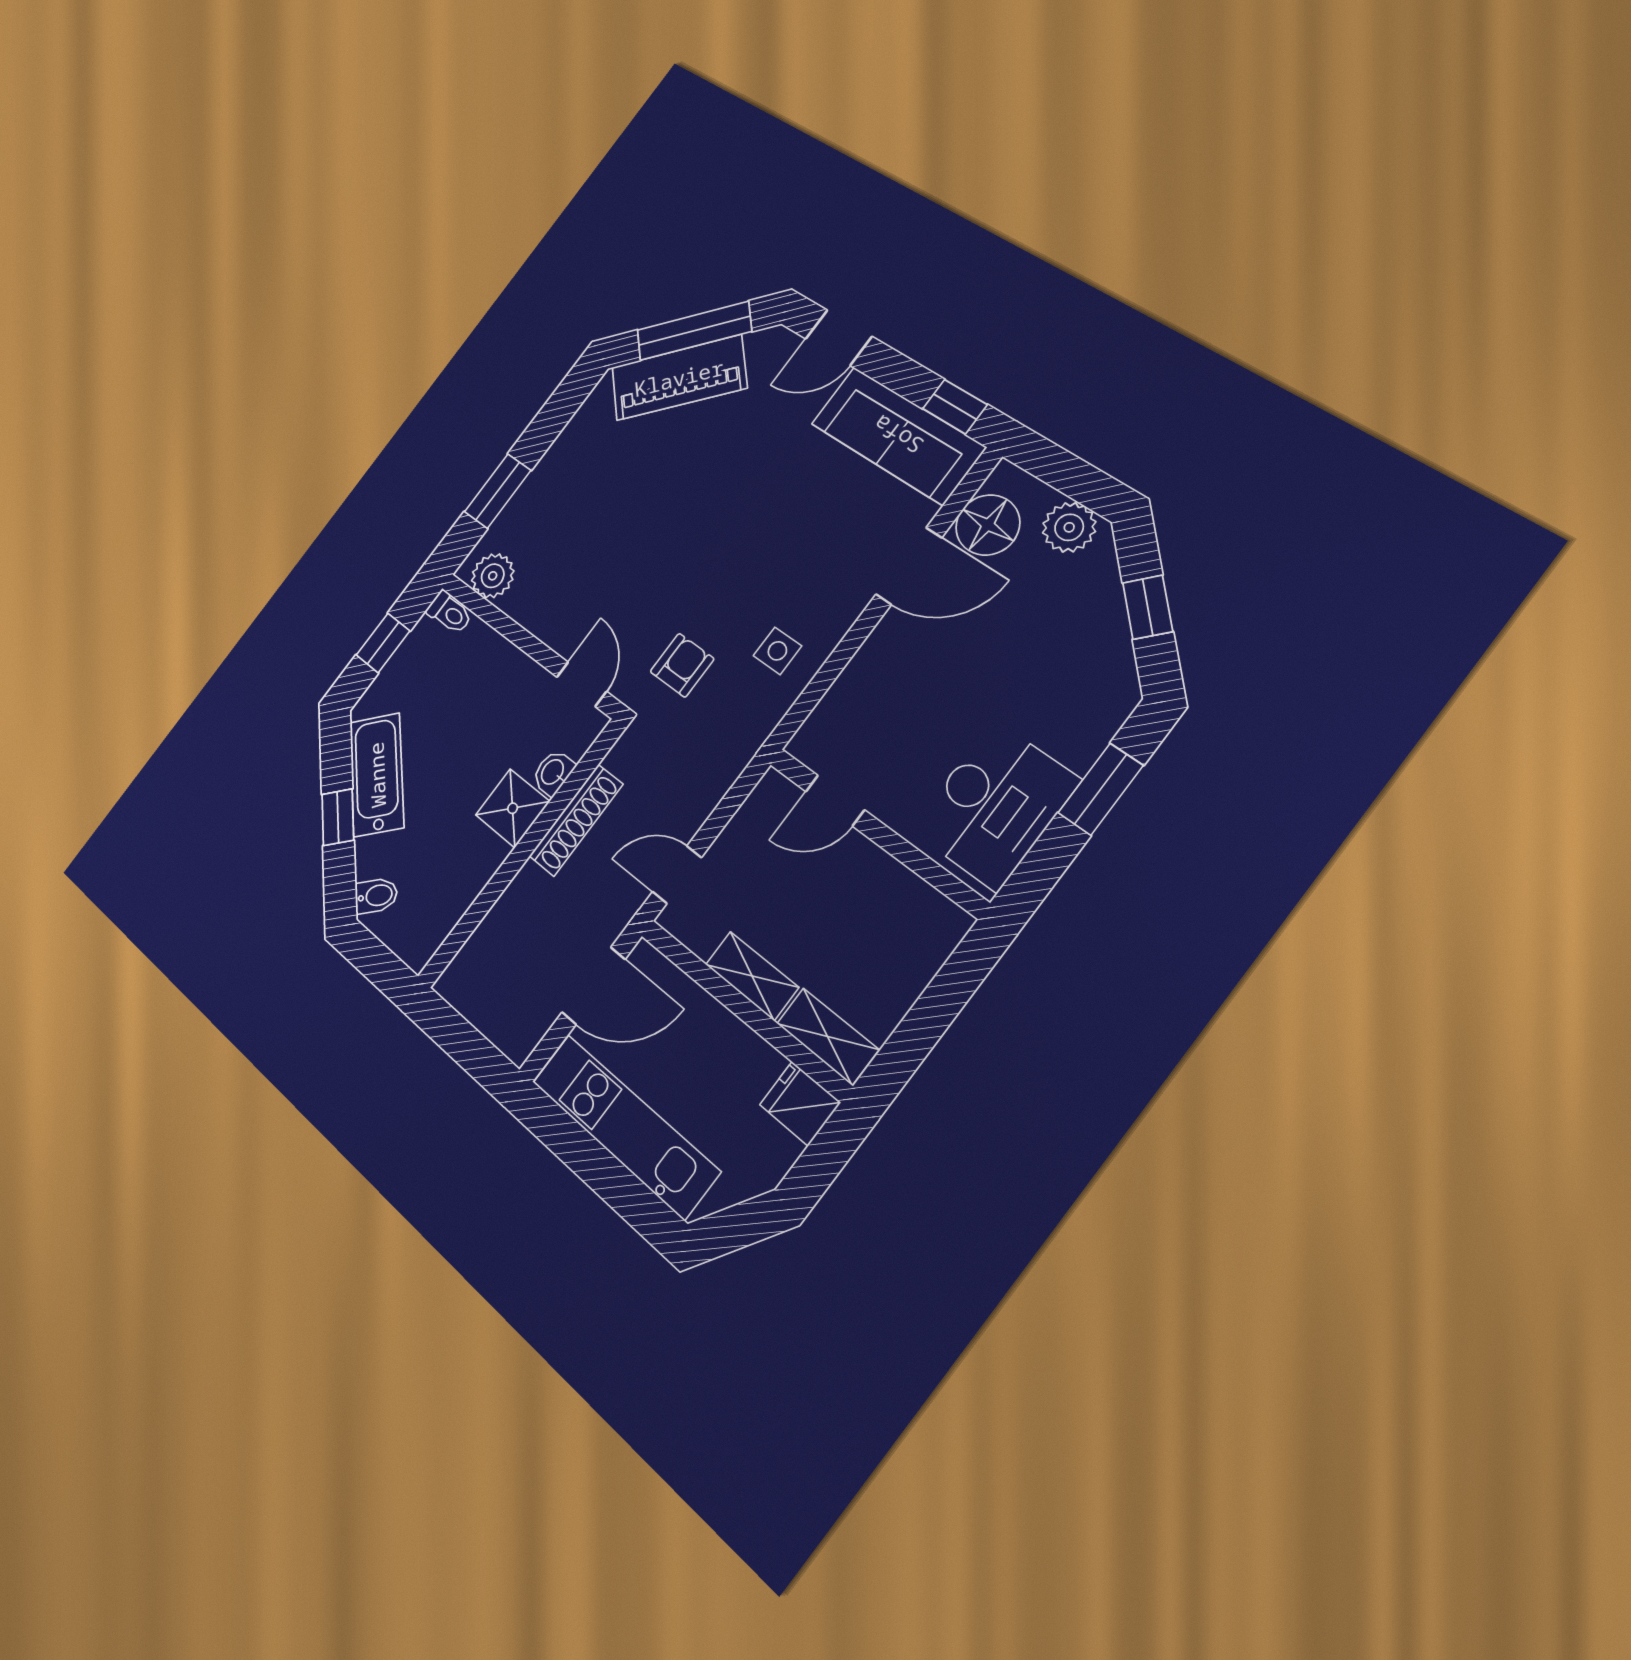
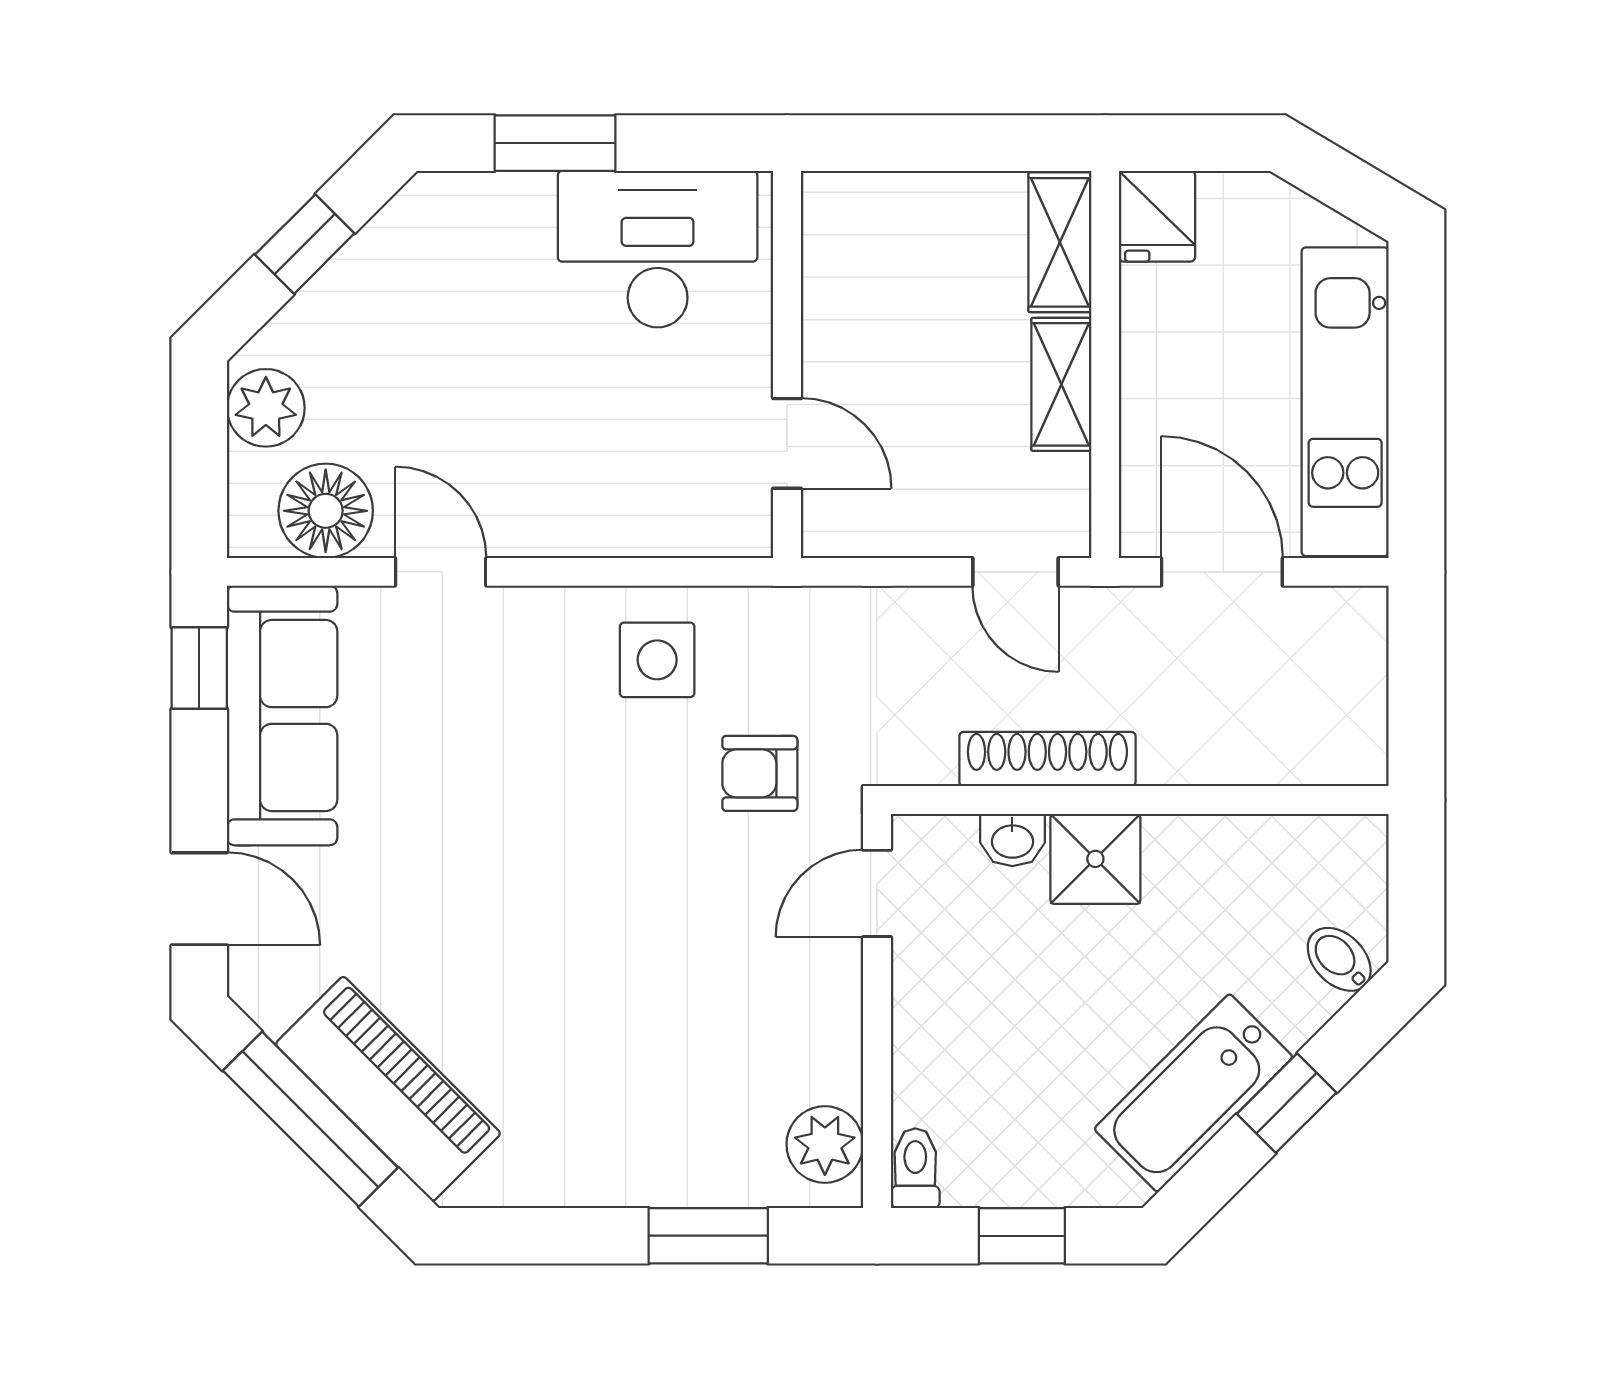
door: (909, 566) -> (441, 572), width x0.73
side table: (777, 651) -> (657, 660), width x1.37, depth x1.37

